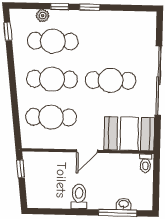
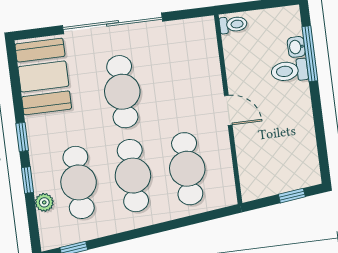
booth: (129, 134) -> (43, 76), moved
window: (21, 169) -> (292, 196), moved
toilet: (79, 196) -> (289, 71), moved

